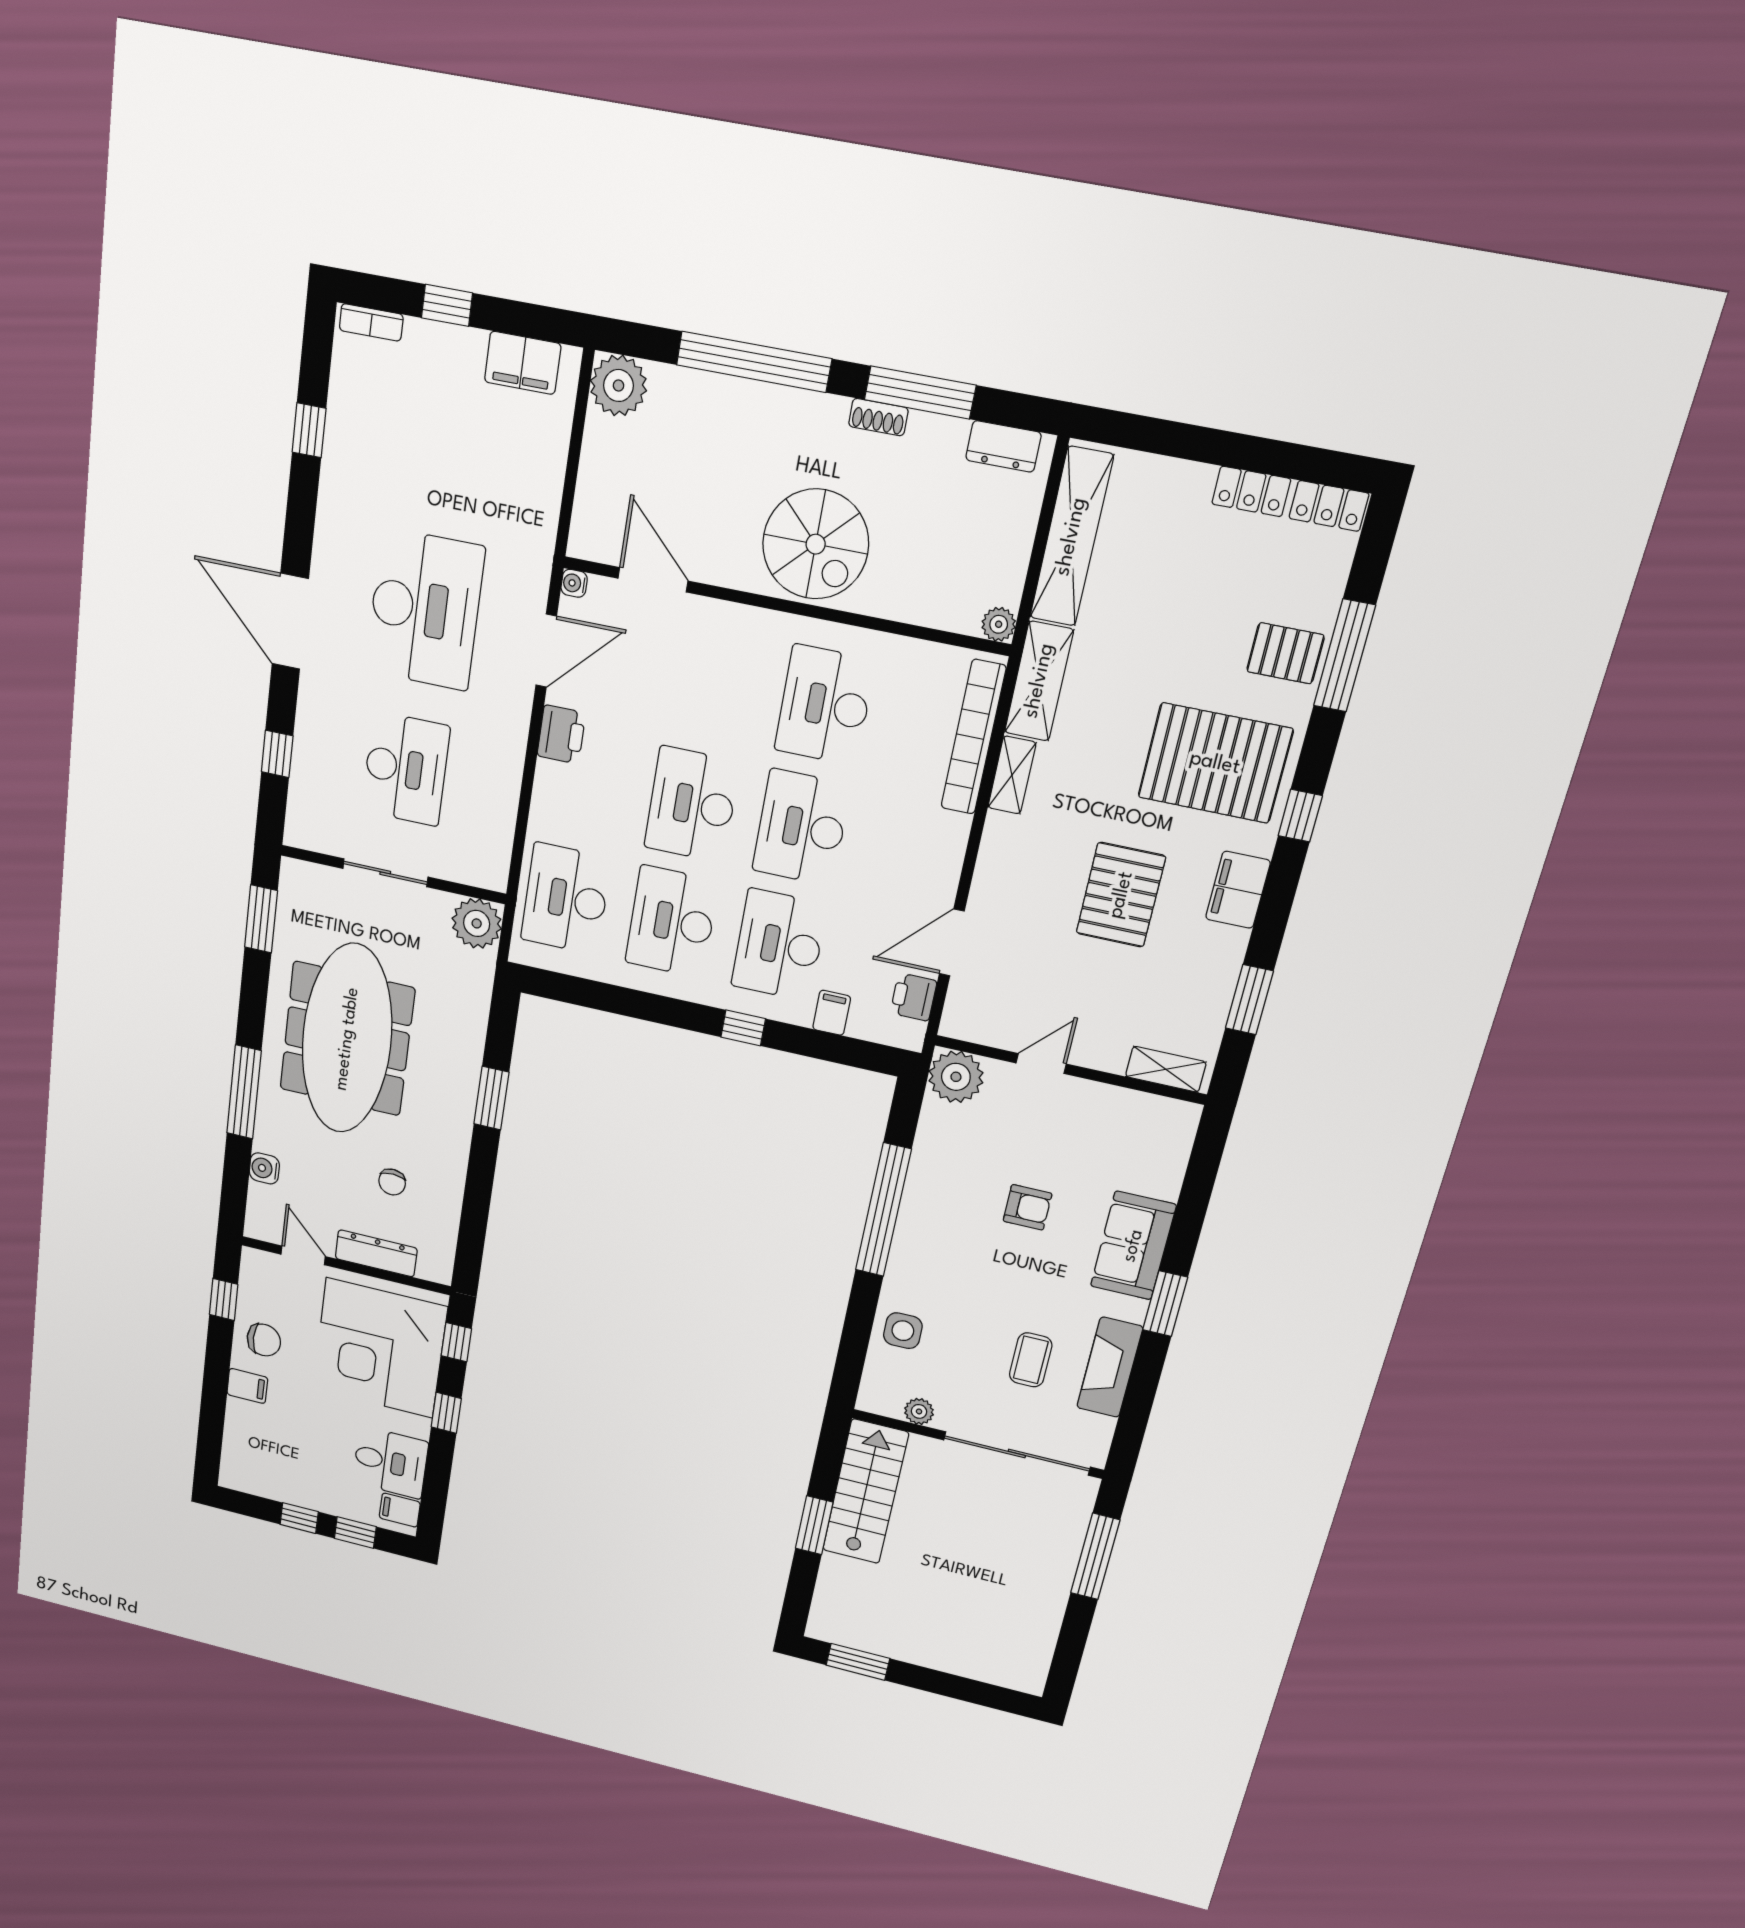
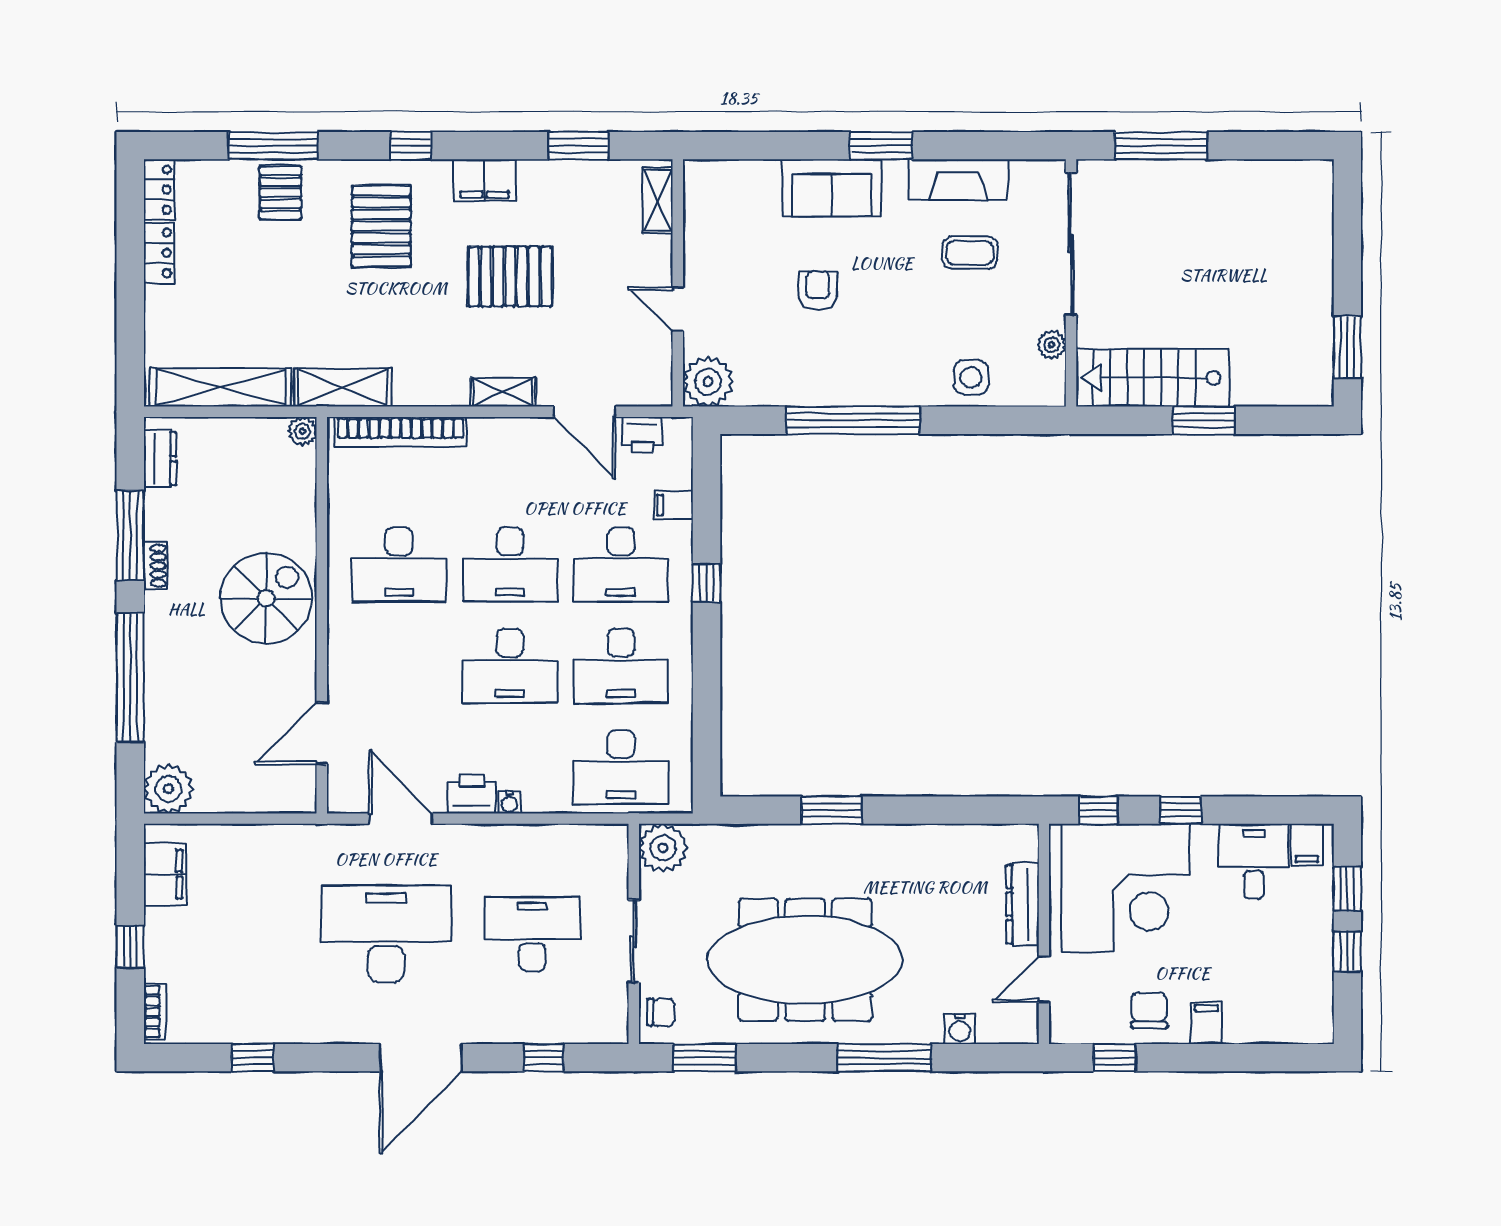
water cooler: (574, 583) -> (509, 802), moved
pallet: (1215, 763) -> (381, 226), width x0.73, depth x0.71
shelving: (1012, 775) -> (503, 392), moved
chair: (392, 1182) -> (661, 1013), moved

